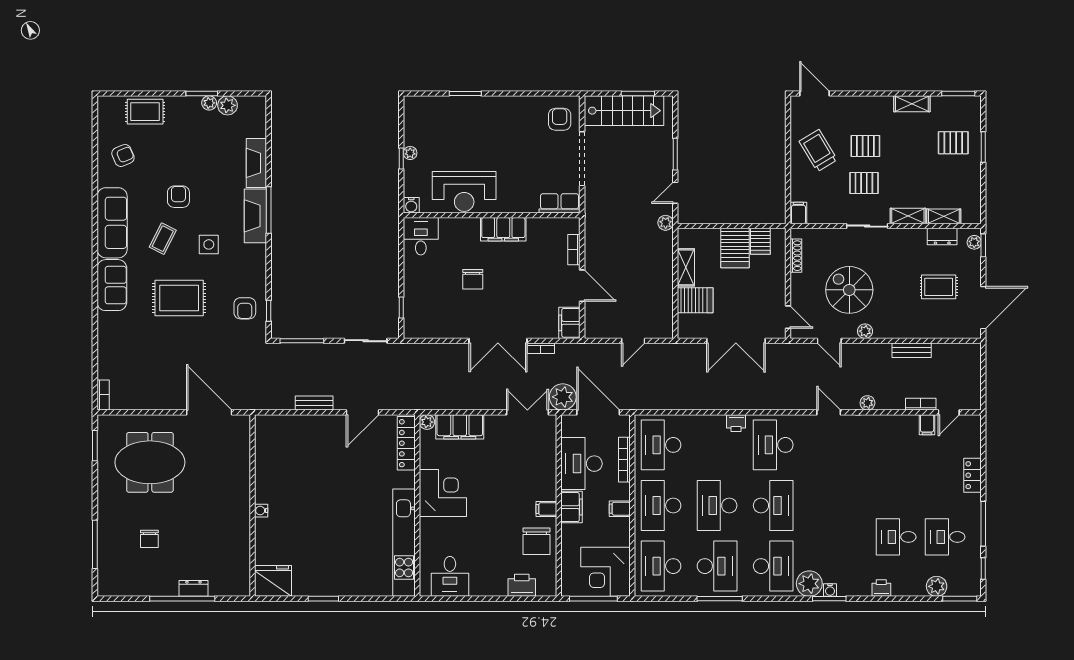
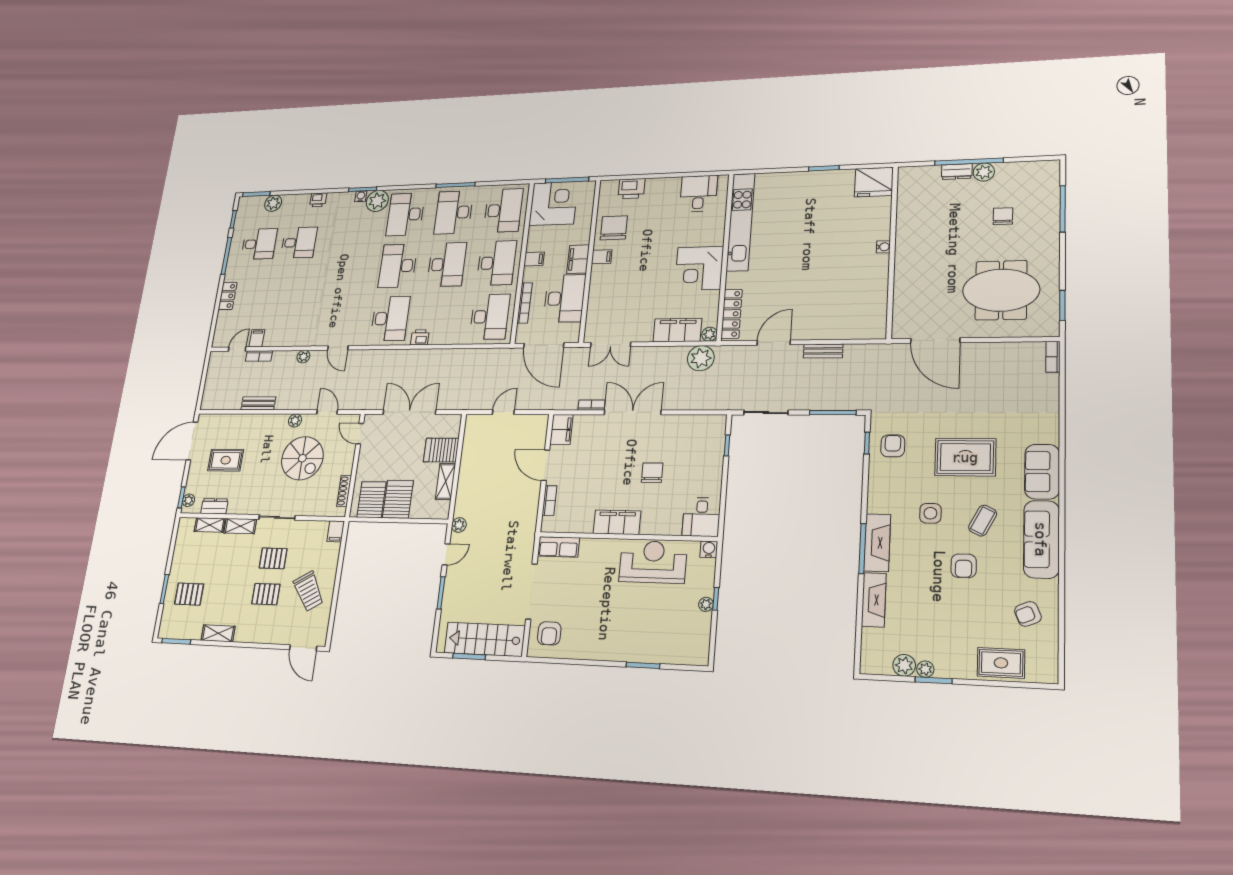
server rack: (760, 241) -> (372, 500), width x1.36, depth x1.44
plant: (563, 397) -> (701, 358), moved
plant: (168, 587) -> (984, 172), added

